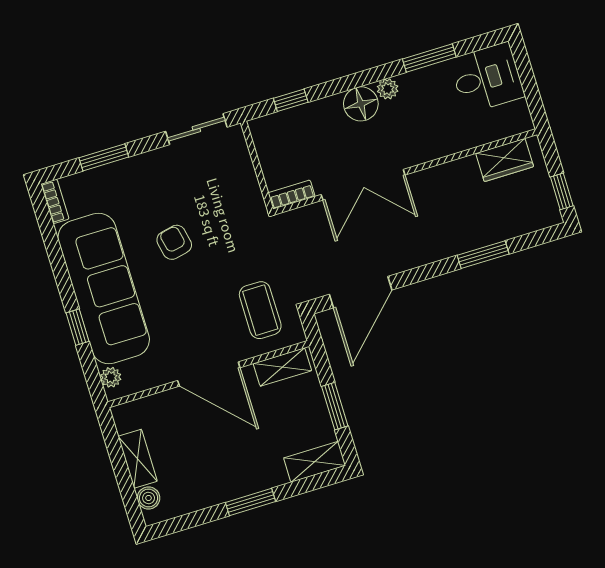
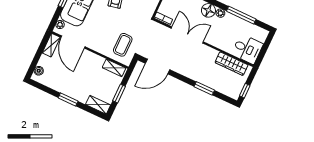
window: (429, 58) -> (241, 15), width x1.44
desk: (487, 78) -> (247, 49), moved
wardrobe: (505, 160) -> (231, 64), width x1.50
double door: (363, 185) -> (187, 35), swing flipped
door: (209, 374) -> (73, 42), moved
shelving: (138, 459) -> (51, 45), moved

